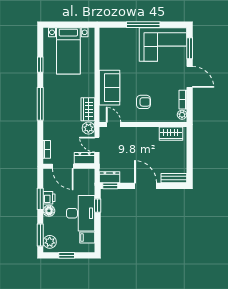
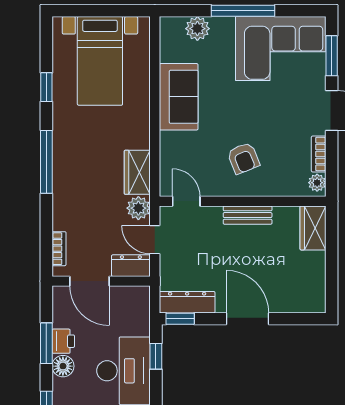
plant: (119, 34) -> (197, 29), added
sofa: (110, 88) -> (179, 97), moved
armchair: (143, 102) -> (243, 158), turned 68
wardrobe: (171, 134) -> (313, 228), moved, turned 90
dresser: (110, 177) -> (187, 302), width x1.44
bench: (174, 178) -> (248, 215), moved

